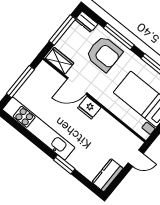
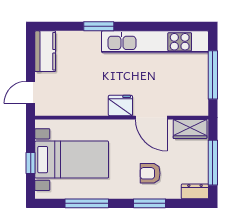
window: (119, 36) -> (149, 203), width x0.69
armchair: (104, 54) -> (150, 173), width x0.53, depth x0.53
door: (77, 86) -> (151, 118), swing flipped

